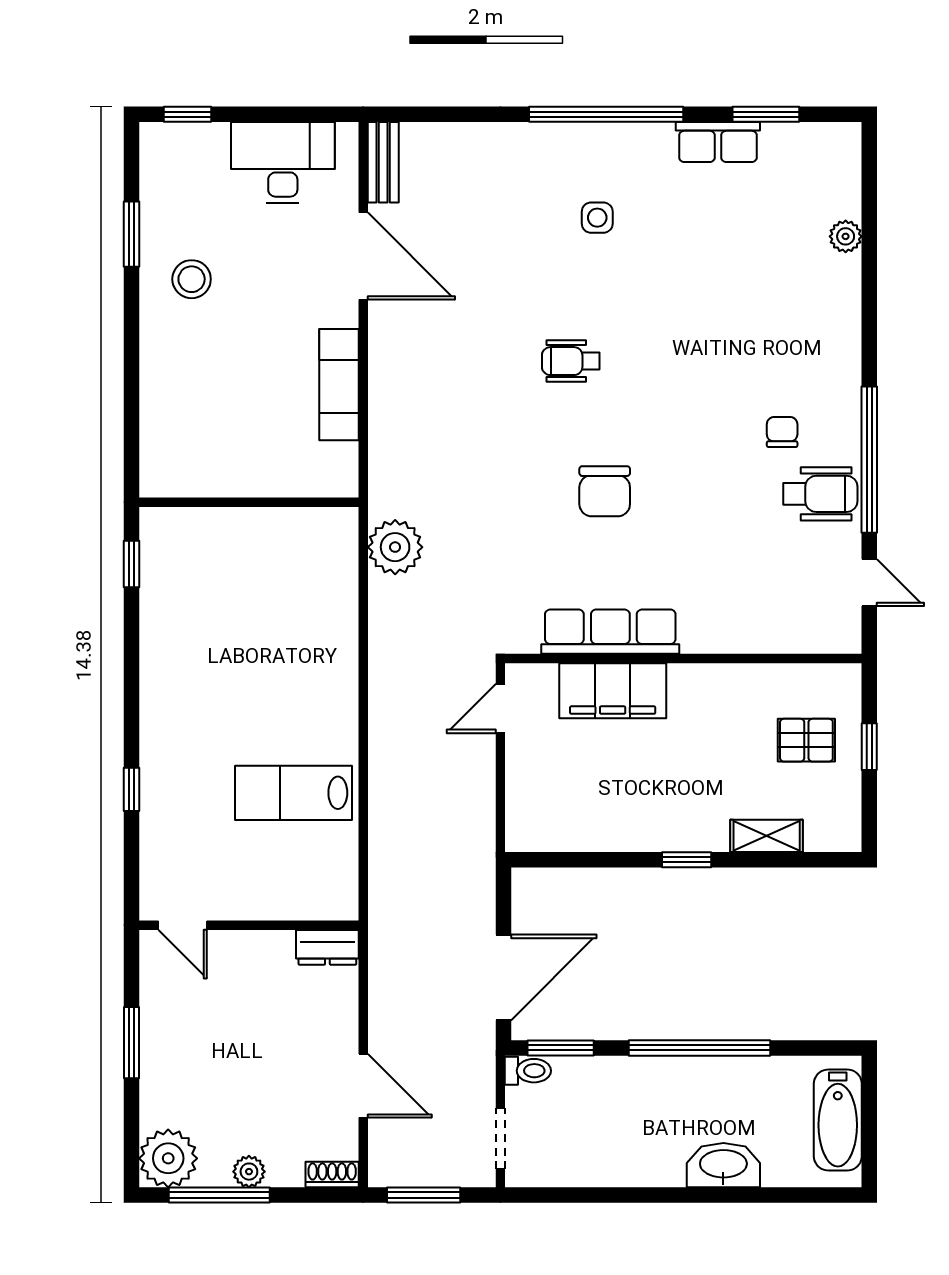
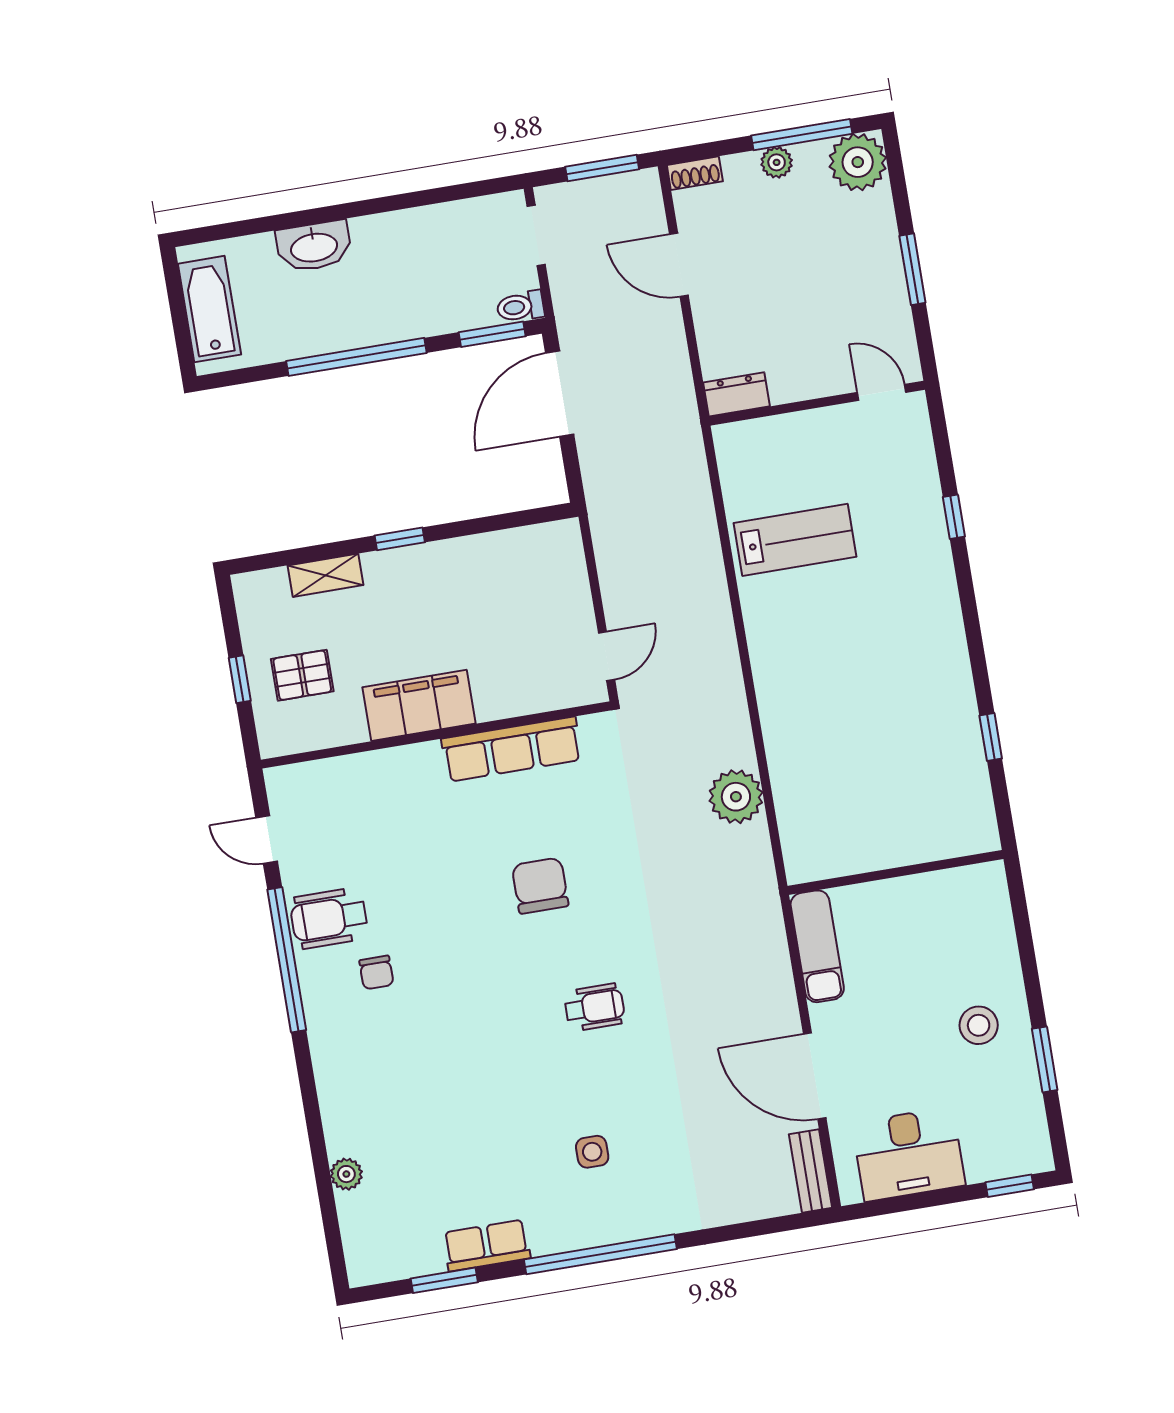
wall: (249, 502) -> (895, 872), moved
filing cabinet: (613, 691) -> (419, 705), moved

